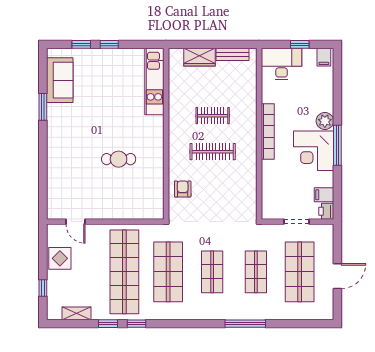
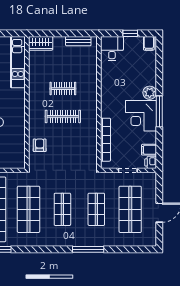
wardrobe: (199, 57) -> (41, 43), moved
desk: (282, 64) -> (112, 49), width x0.73
bookcase: (268, 131) -> (106, 140), moved

